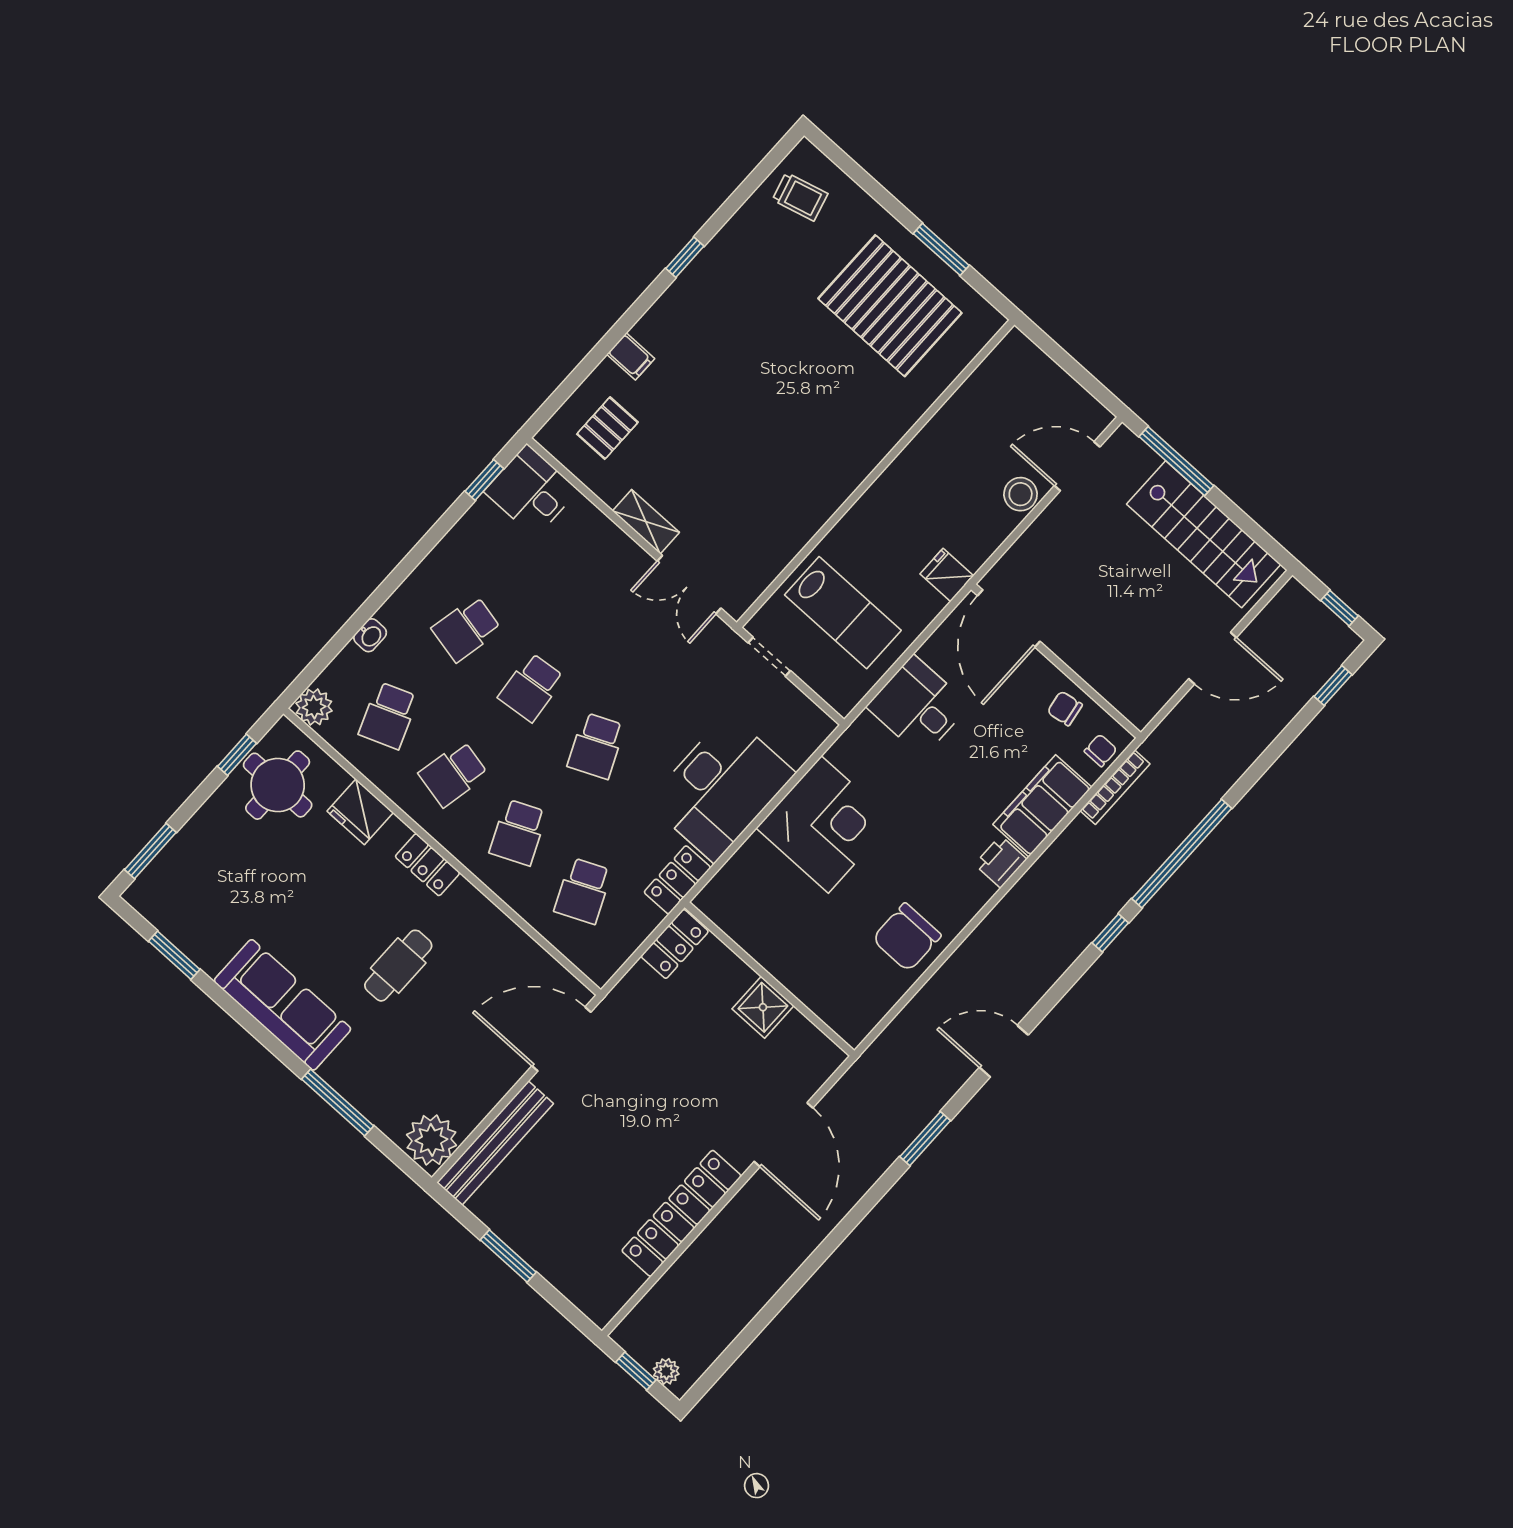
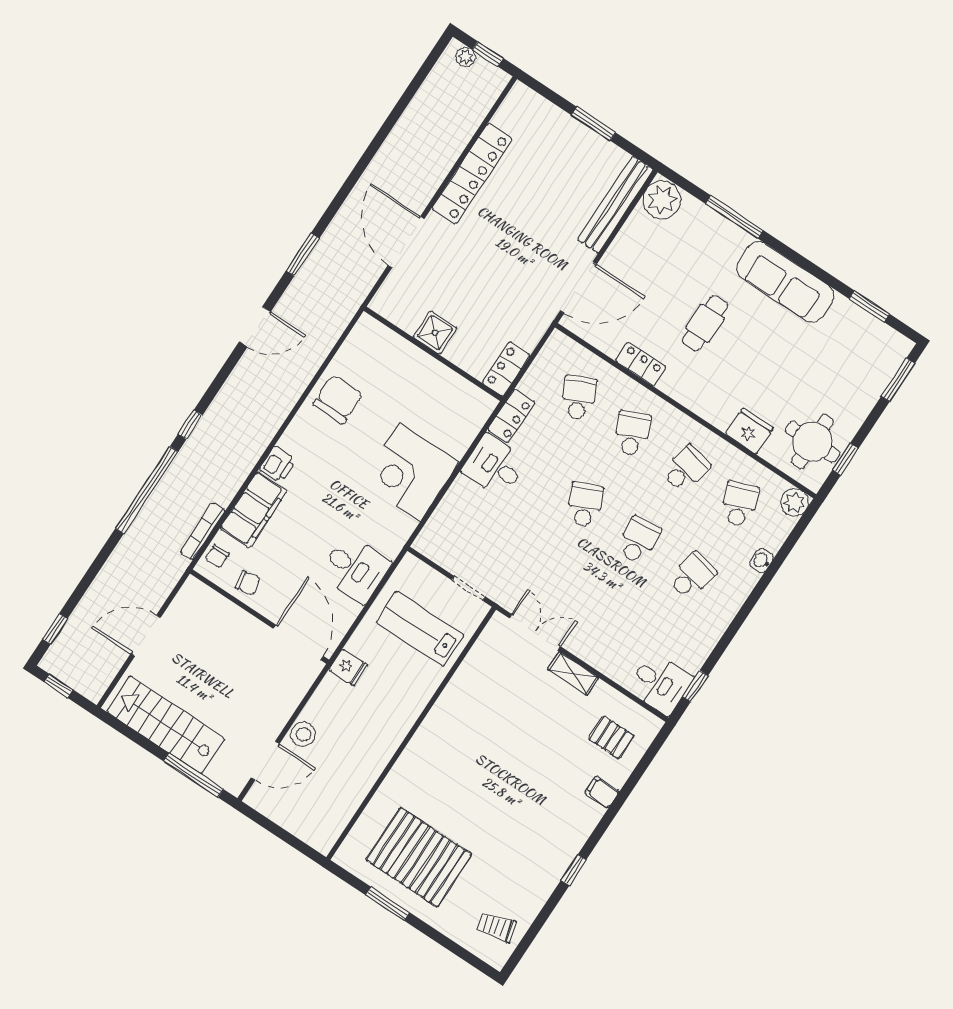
pallet: (607, 428) -> (611, 737), turned 90
desk: (721, 788) -> (494, 466), width x0.53, depth x0.77
locker: (427, 865) -> (641, 364), moved

